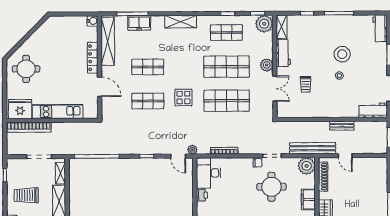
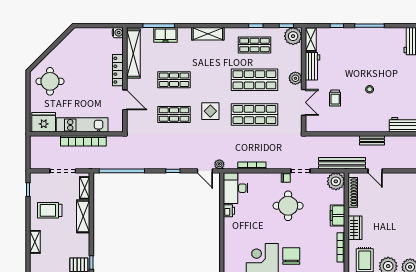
stool: (342, 54) -> (372, 67), removed
bookcase: (29, 127) -> (83, 141), moved
round table: (271, 187) -> (288, 206), moved

